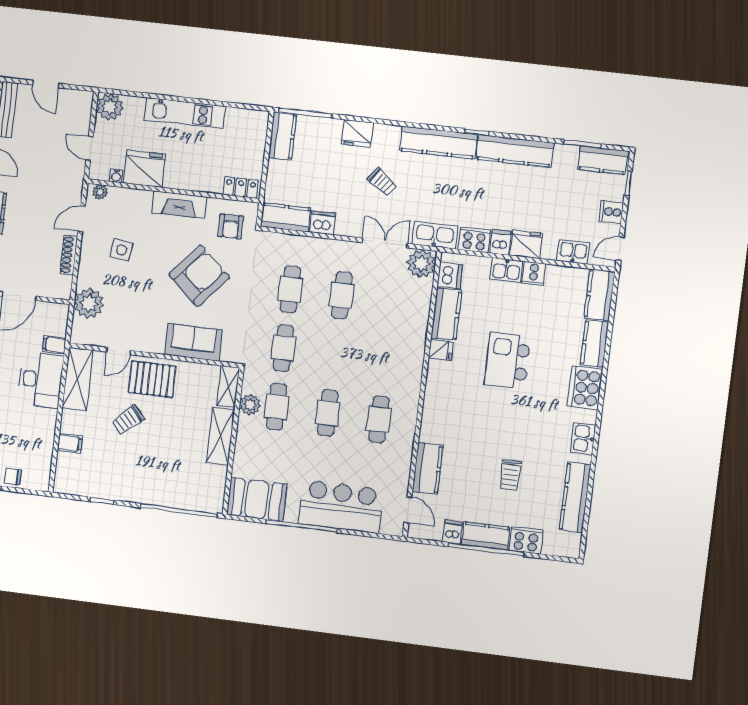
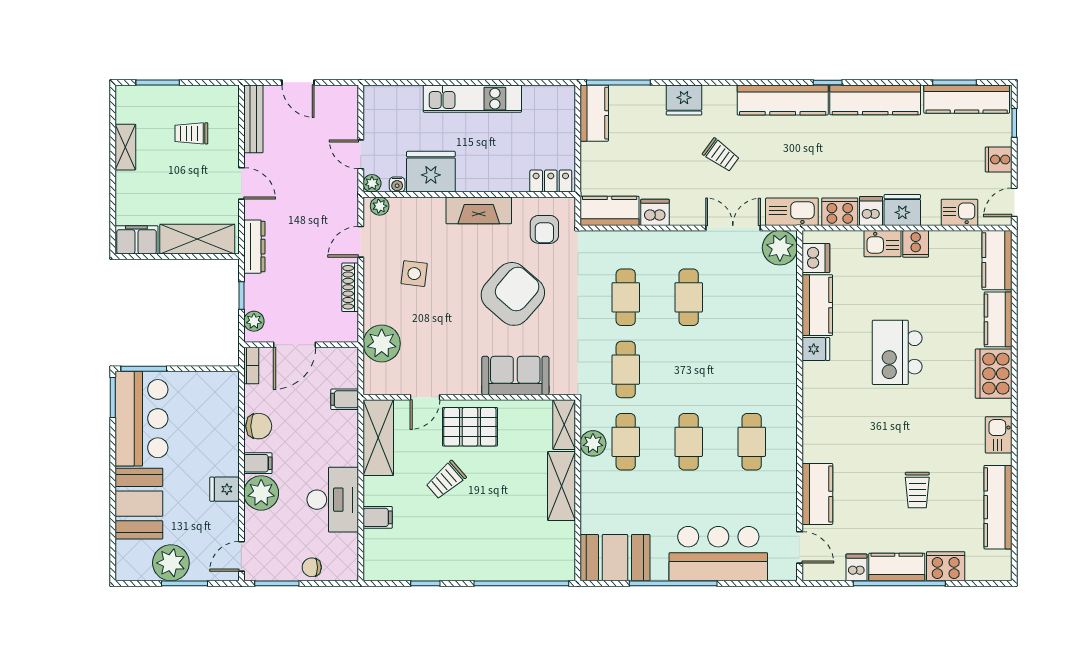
plant: (110, 107) -> (372, 183), moved, width x0.53, depth x0.53
kitchen counter: (603, 160) -> (967, 99), width x1.50
desk: (41, 380) -> (333, 500), moved

